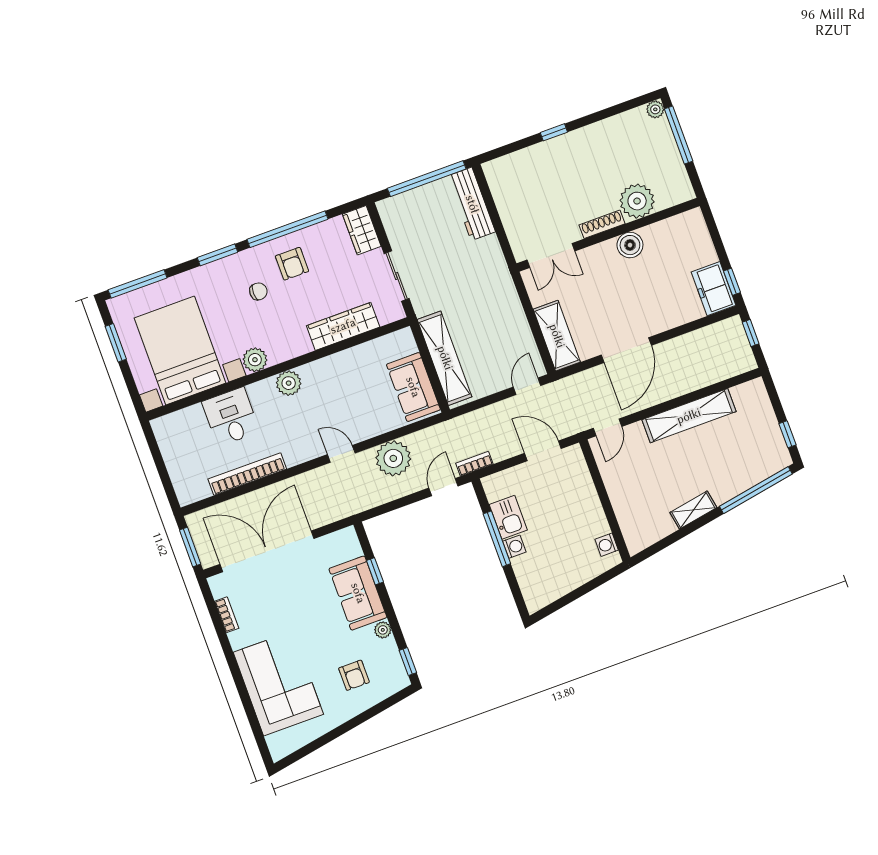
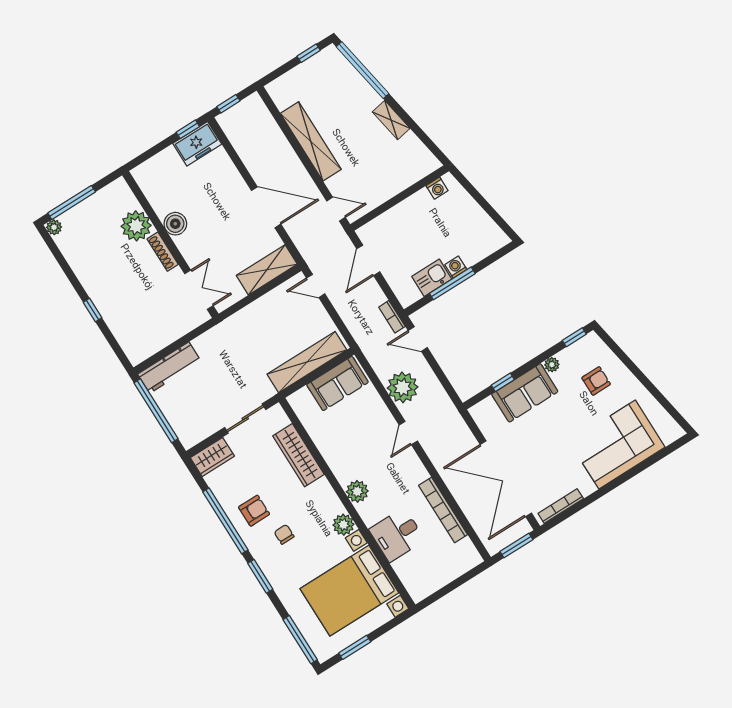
bookcase: (227, 615) -> (561, 506), width x1.56

